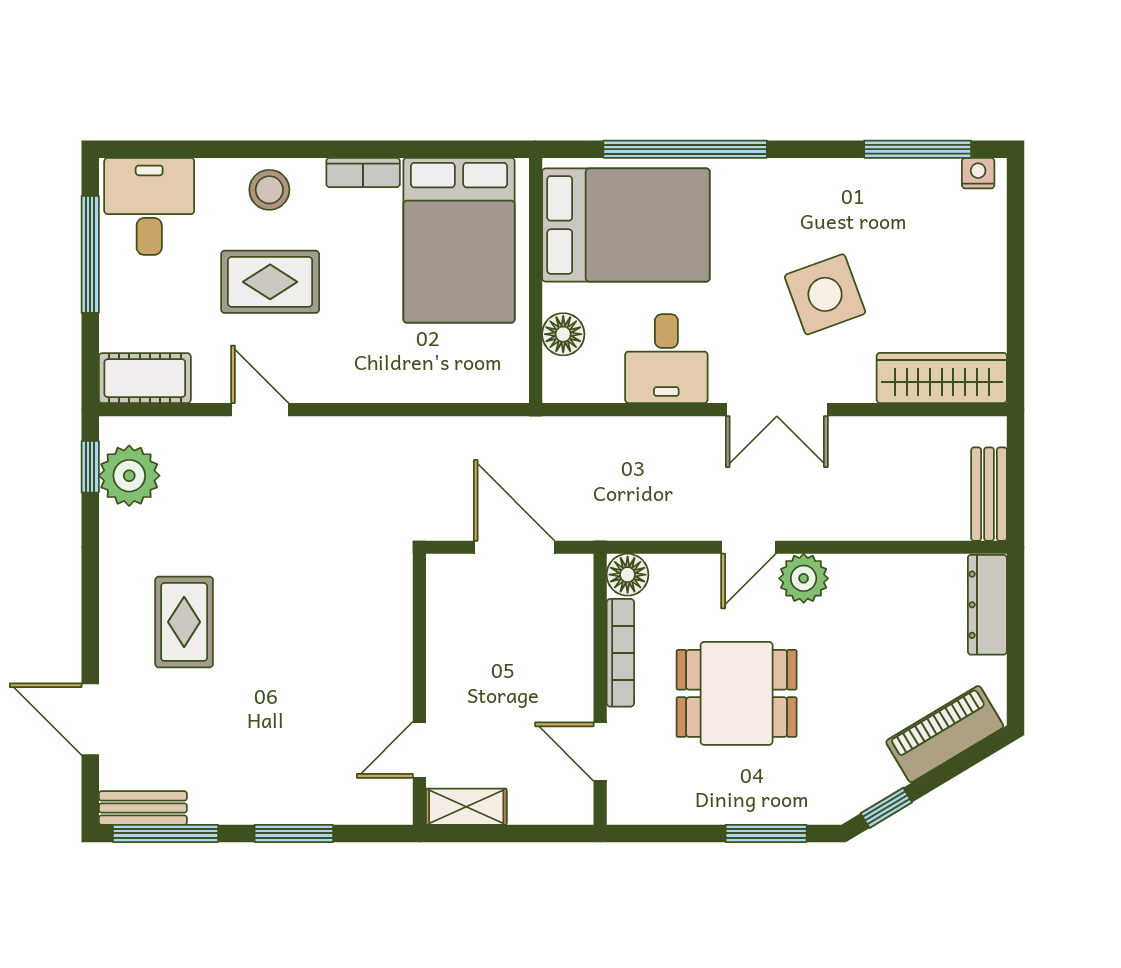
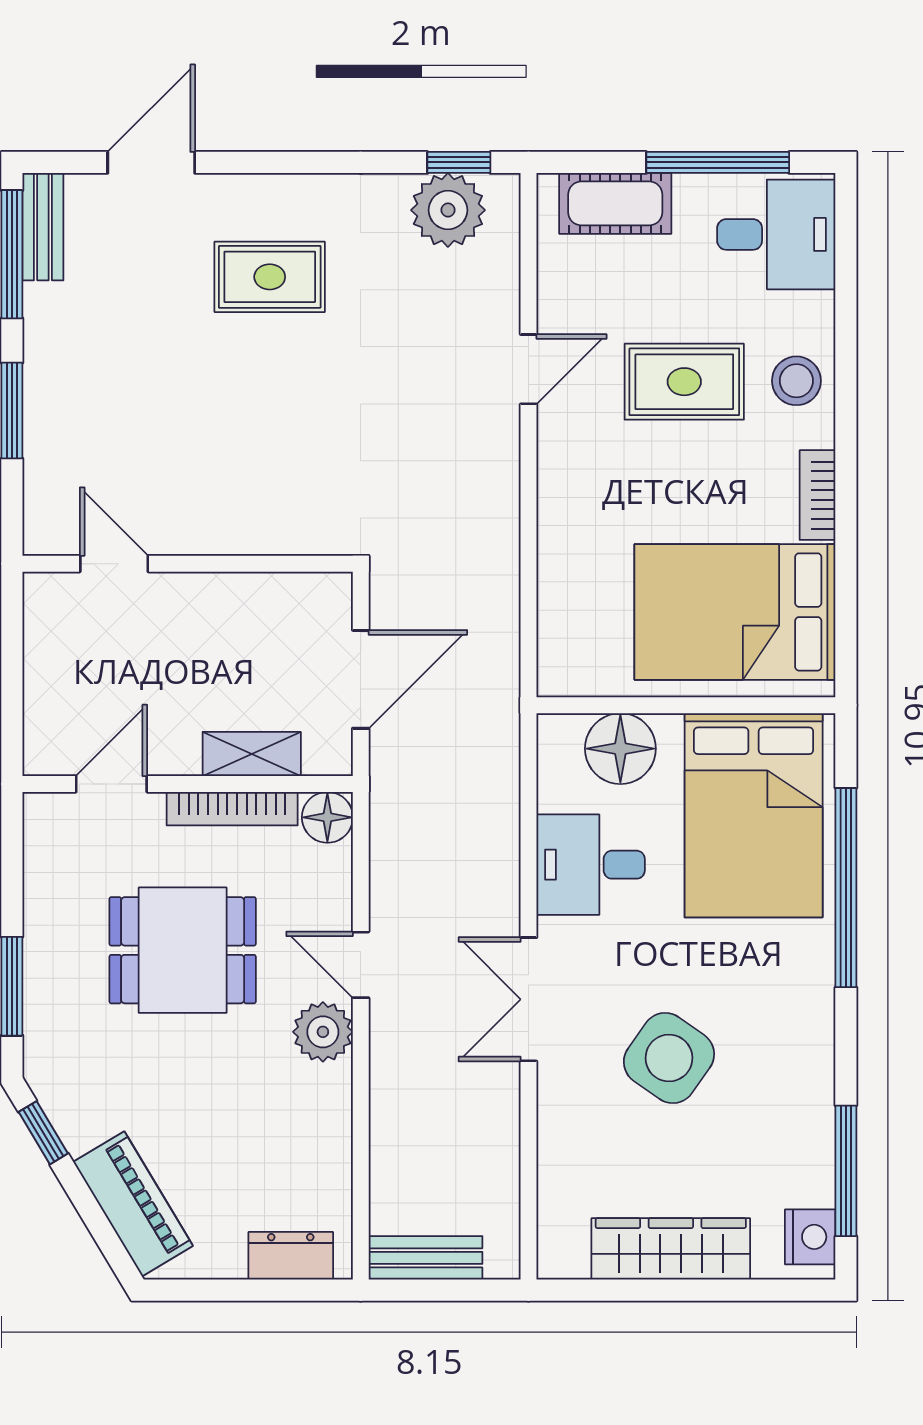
nightstand: (978, 173) -> (810, 1237), width x1.39, depth x1.35
rug: (270, 282) -> (684, 382), turned 90
side table: (825, 294) -> (669, 1058), turned -35
floor lamp: (563, 334) -> (620, 749), width x1.38, depth x1.38
cot: (145, 378) -> (615, 203), moved, turned 90
wardrobe: (942, 378) -> (671, 1249), moved, turned -90
dresser: (987, 605) -> (291, 1256), width x0.70
dining table: (737, 693) -> (183, 950), turned 90
shelving: (466, 807) -> (252, 754), moved, turned 90

